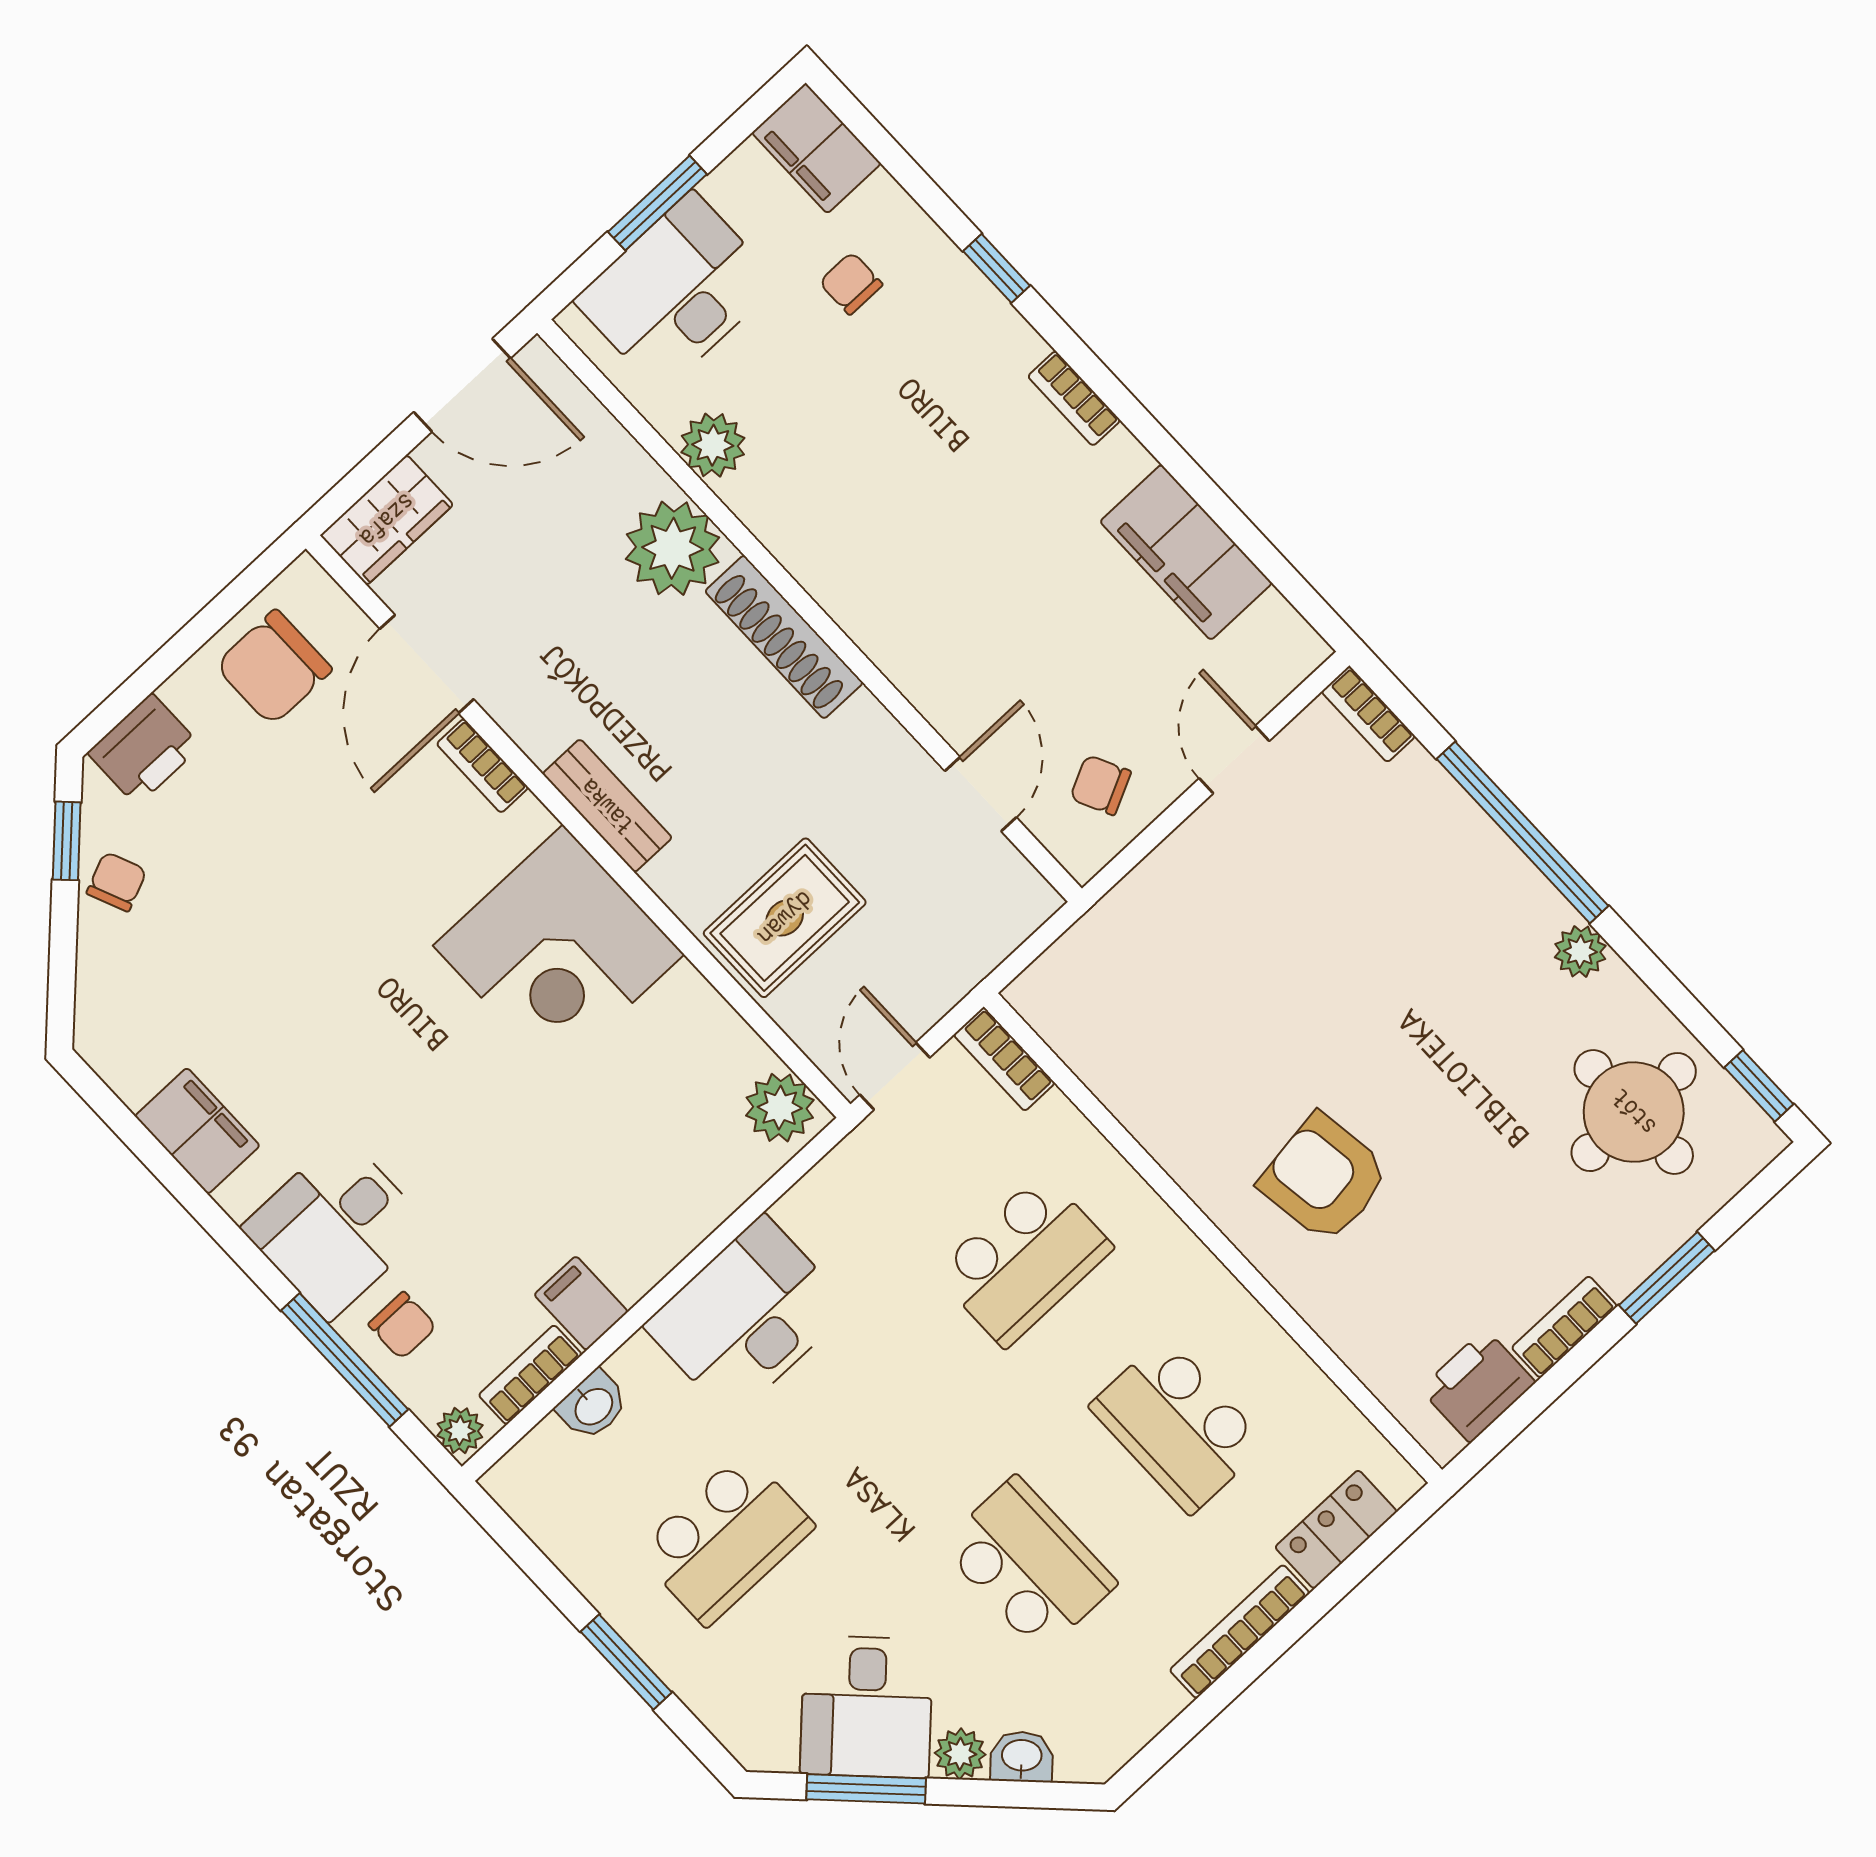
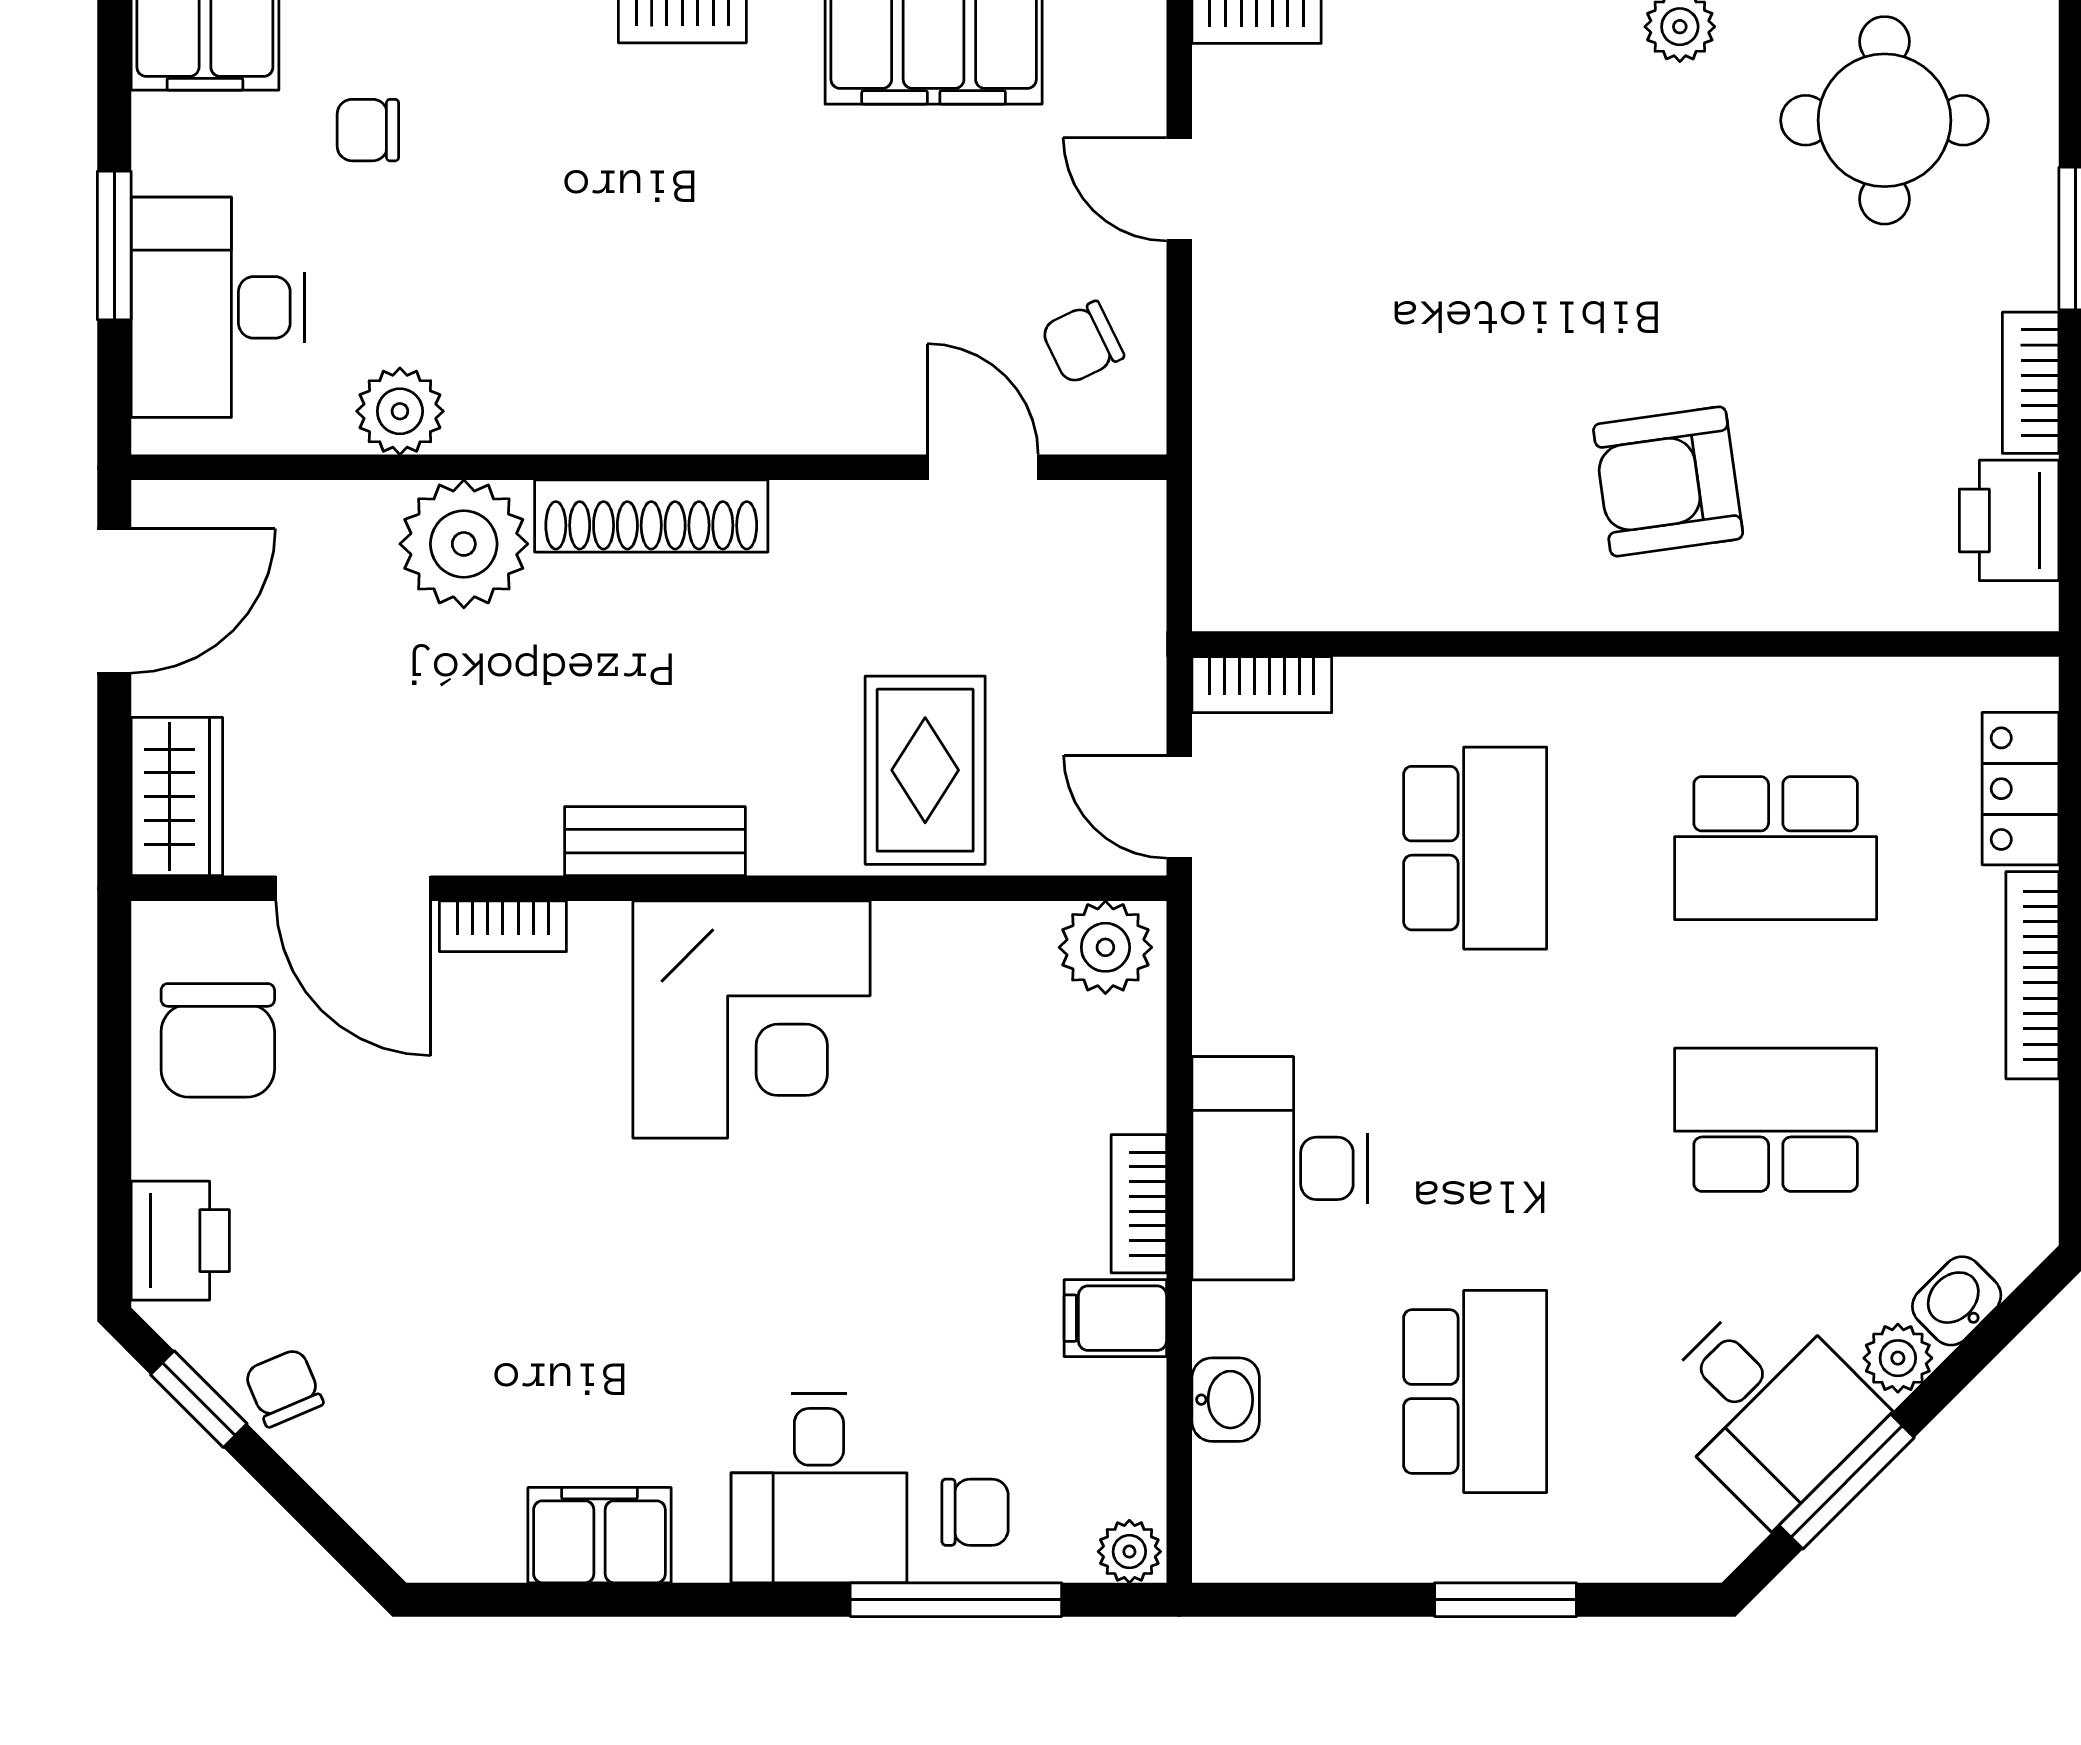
bookcase: (530, 1375) -> (1139, 1204), moved

